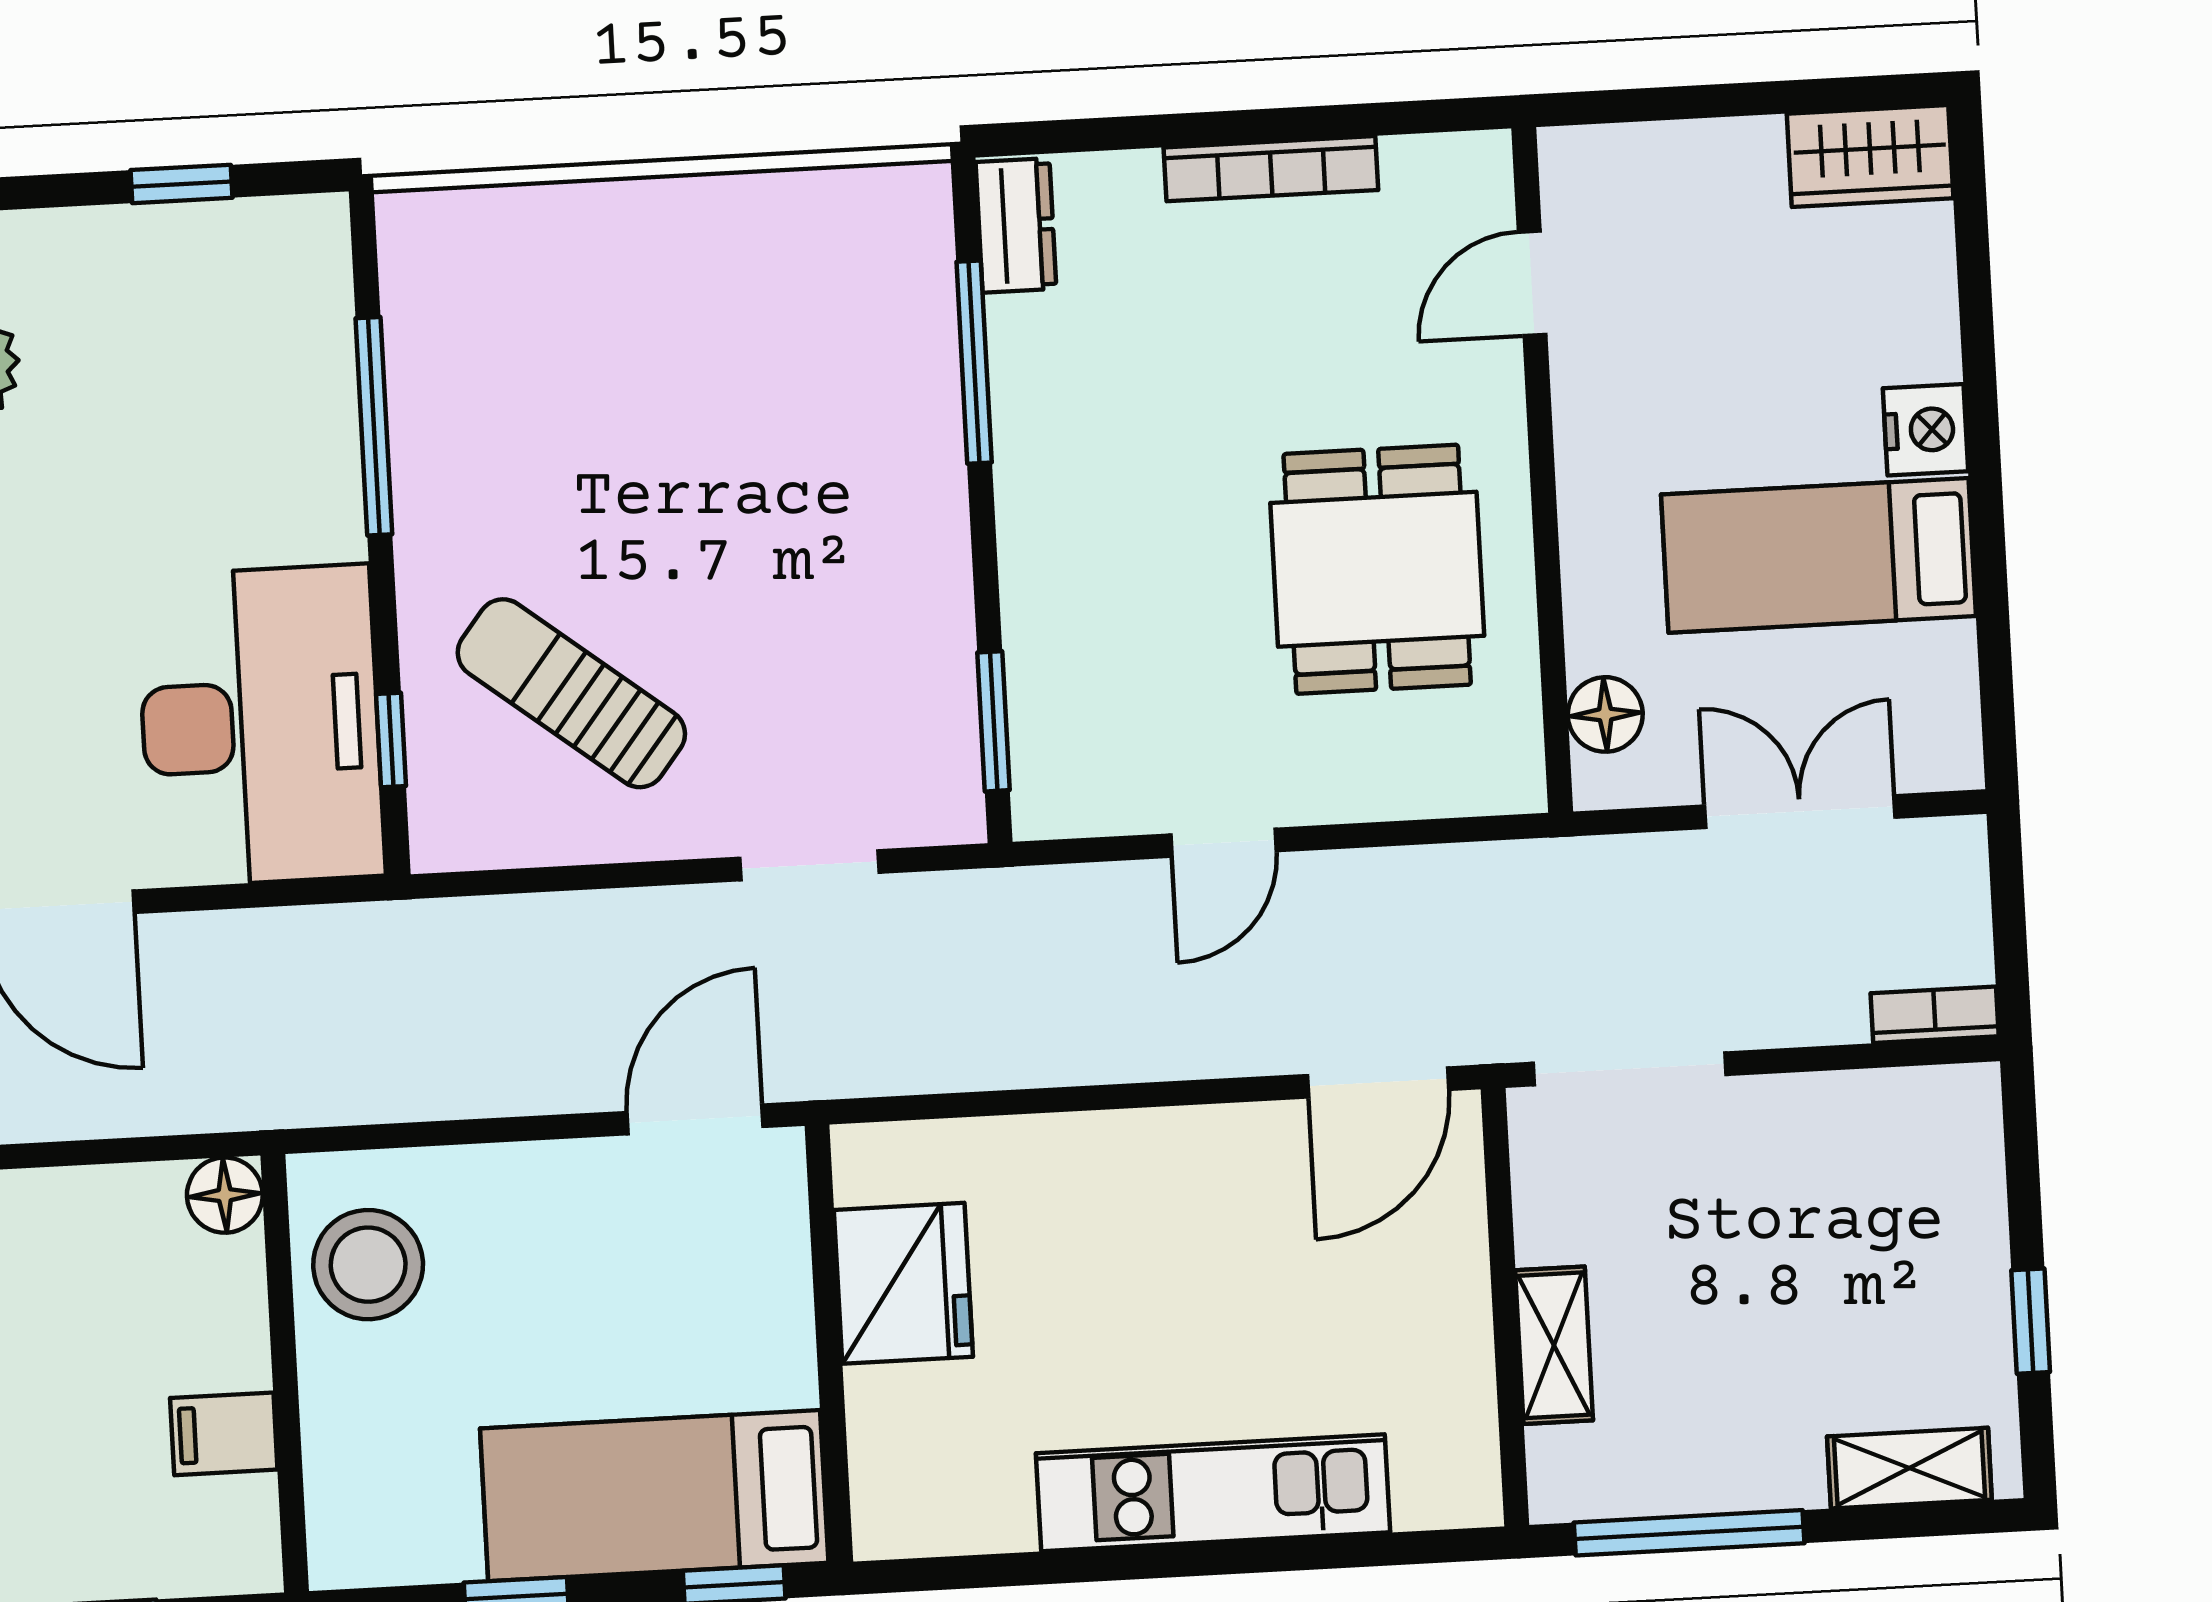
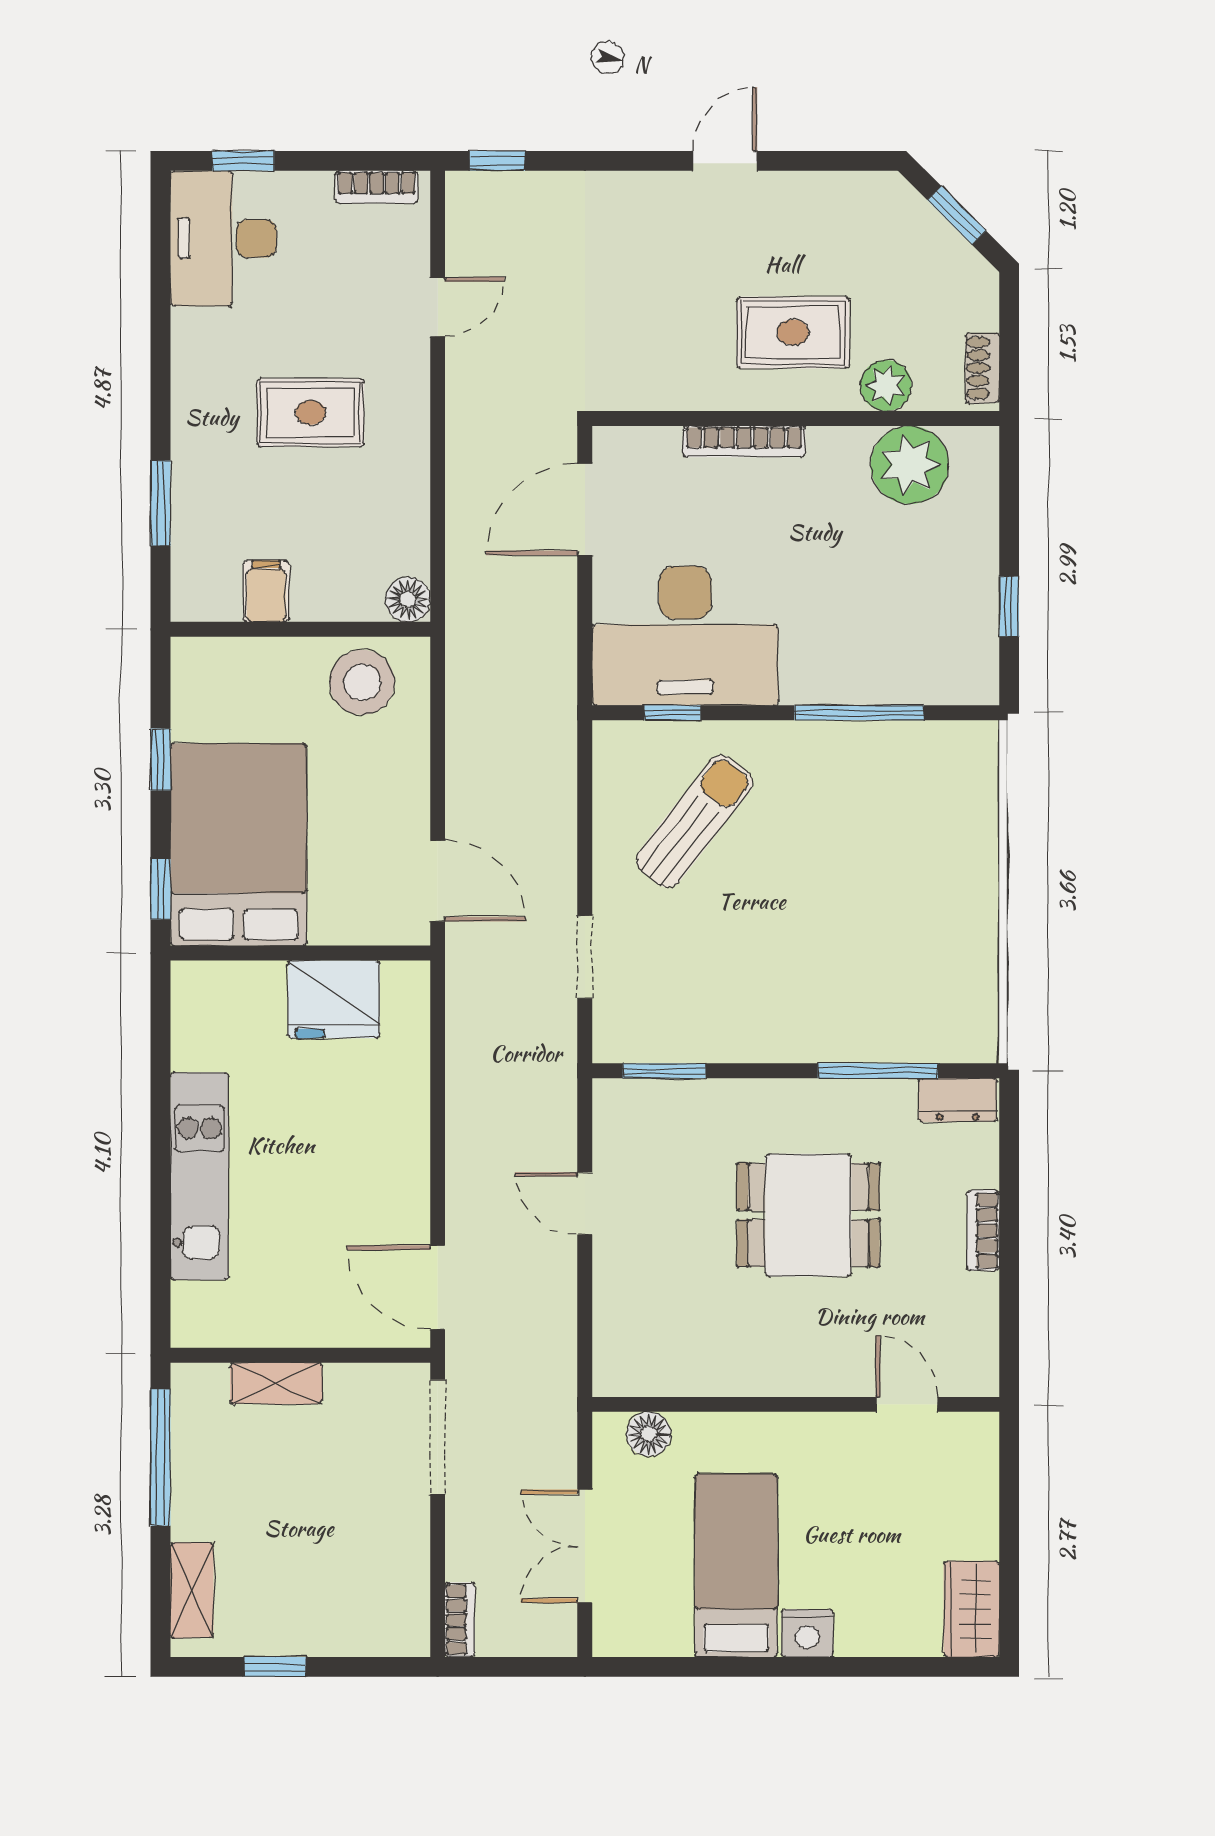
bookcase: (1271, 169) -> (983, 1230), width x0.64
dining table: (1377, 569) -> (808, 1215), moved
double door: (1800, 812) -> (585, 1546), swing flipped
bed: (654, 1496) -> (239, 845), width x1.50

